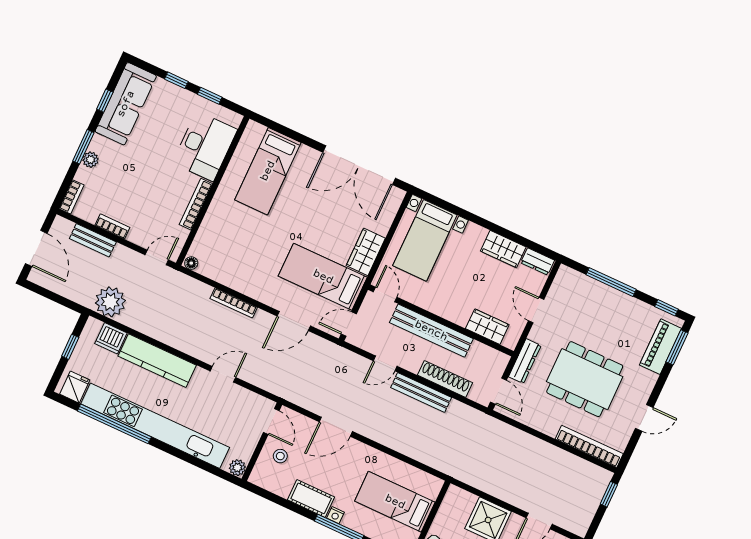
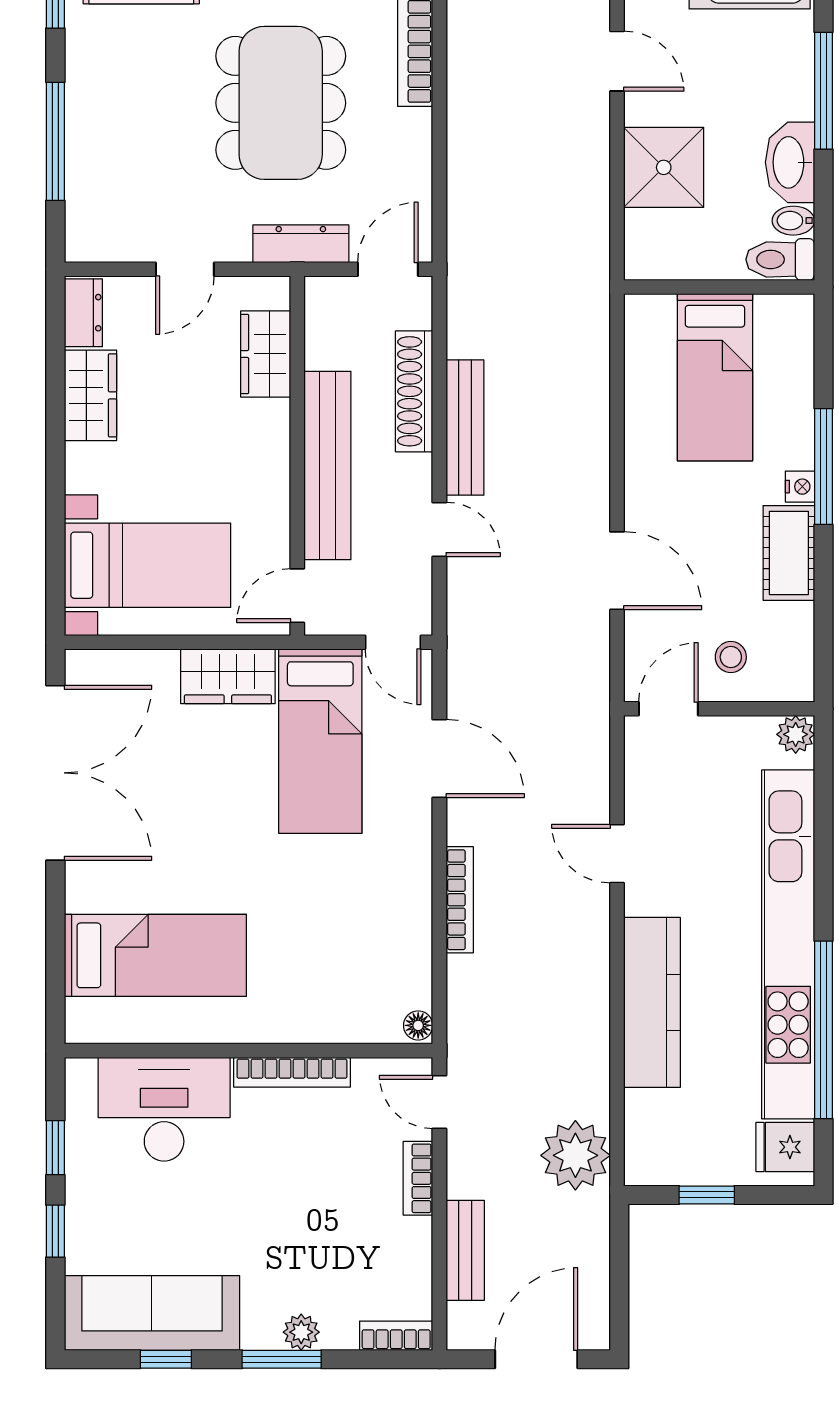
bookcase: (112, 226) -> (418, 1178), moved
dishwasher: (111, 338) -> (650, 1119), removed

